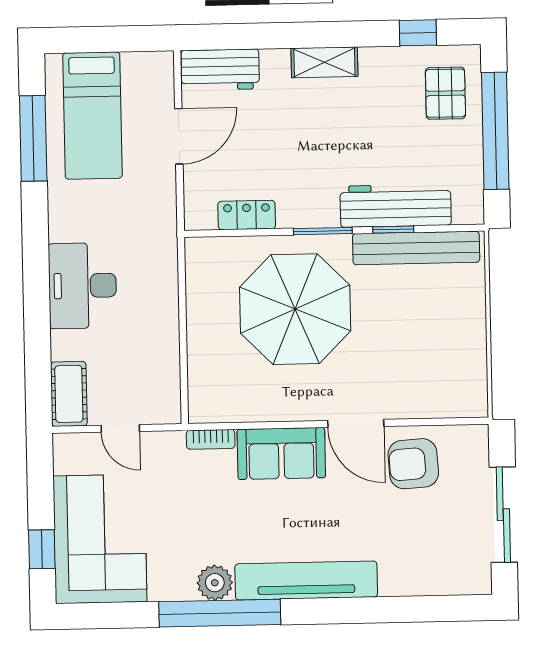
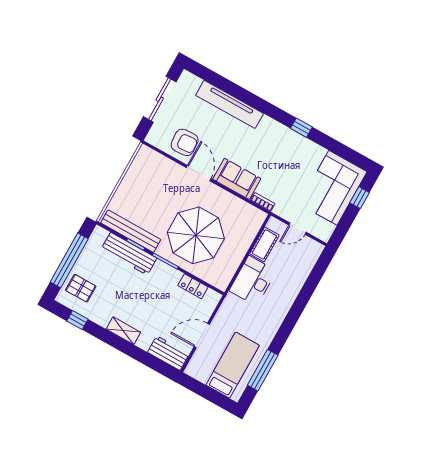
pallet: (445, 93) -> (81, 288), turned 90
desk: (82, 286) -> (253, 281), moved, turned 180
cot: (69, 394) -> (264, 244), moved
door: (120, 428) -> (298, 229), swing flipped
tv unit: (306, 580) -> (230, 104), moved
plant: (215, 583) -> (296, 142), removed
window: (220, 613) -> (301, 128), width x0.32

